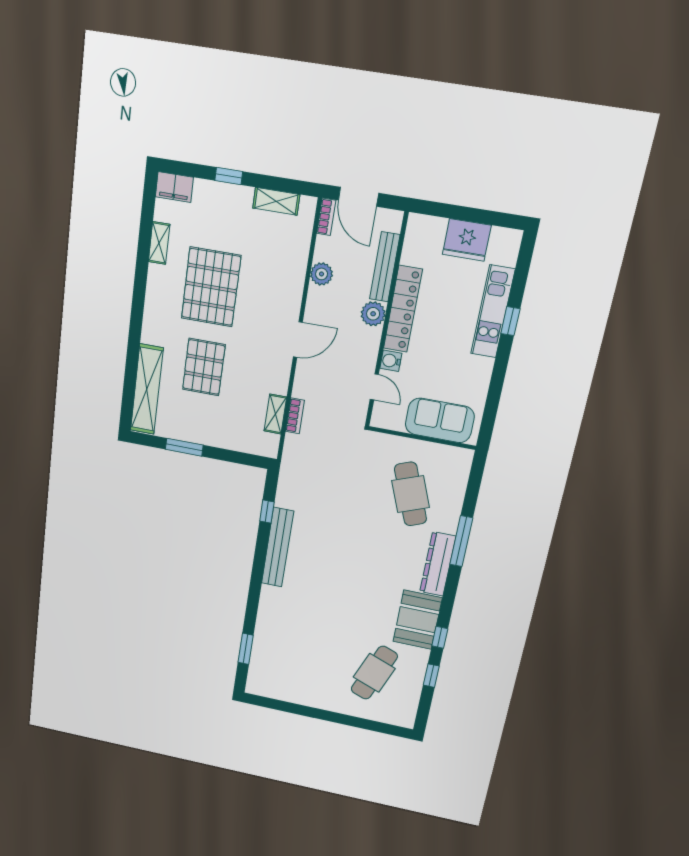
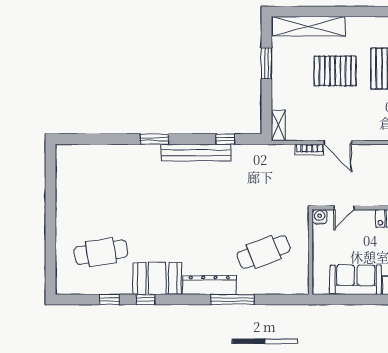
door: (298, 340) -> (338, 142), moved
water cooler: (391, 361) -> (320, 217), moved
shelving: (275, 414) -> (278, 125), moved, turned 90
sofa: (440, 420) -> (356, 280), moved, turned -90
window: (246, 649) -> (154, 139), moved
cafe table: (374, 673) -> (101, 252), turned -30

